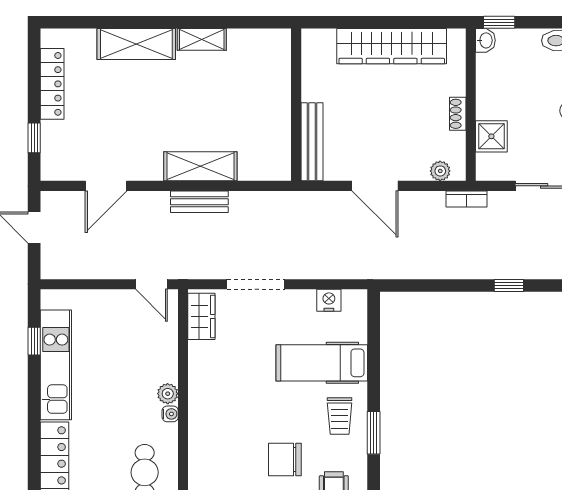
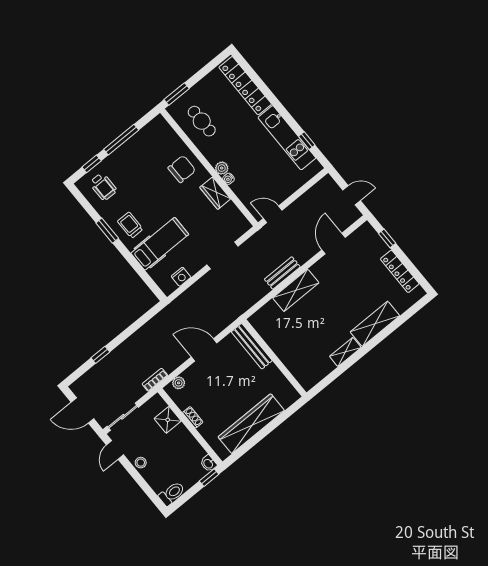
wardrobe: (201, 316) -> (215, 193), moved
water cooler: (170, 414) -> (229, 179), moved
chair: (285, 460) -> (182, 169), moved

